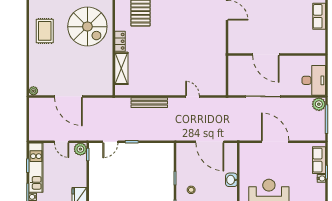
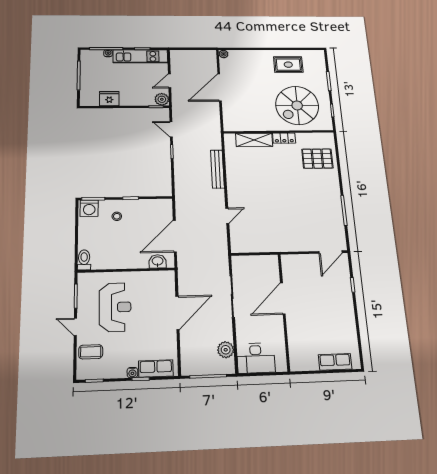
plant: (319, 104) -> (226, 350), moved
washbasin: (231, 180) -> (158, 261), moved

